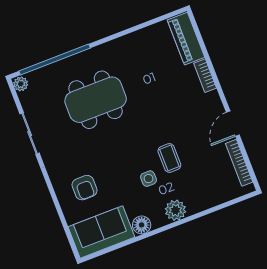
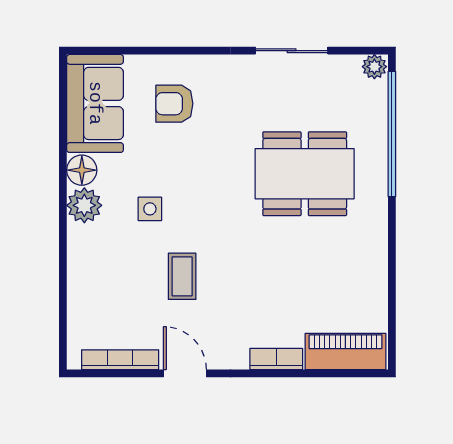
dining table: (96, 100) -> (305, 174), turned 90
coffee table: (169, 158) -> (182, 276), moved, turned 90
plant: (176, 210) -> (84, 205), moved

